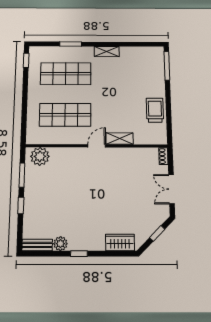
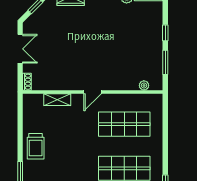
trolley: (155, 110) -> (36, 146), moved
shelving: (120, 139) -> (57, 100), moved
plant: (40, 156) -> (144, 85), width x0.53, depth x0.53

